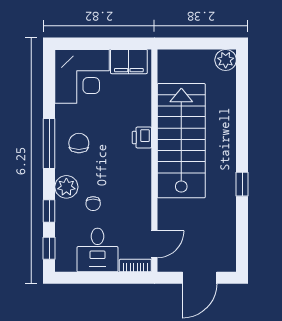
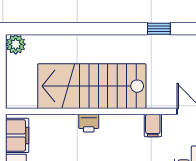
window: (242, 184) -> (159, 29), moved
filing cabinet: (139, 205) -> (153, 125), added

